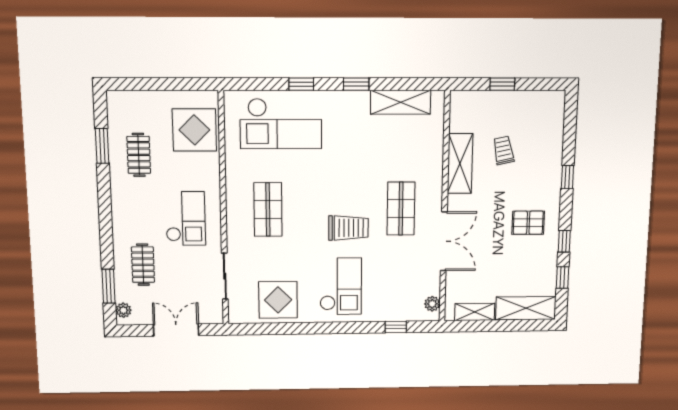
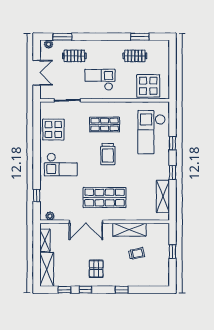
shop shelf: (401, 209) -> (105, 198), width x1.43, depth x1.36
checkout: (185, 218) -> (100, 80), turned 180
trolley: (349, 228) -> (108, 154), moved

